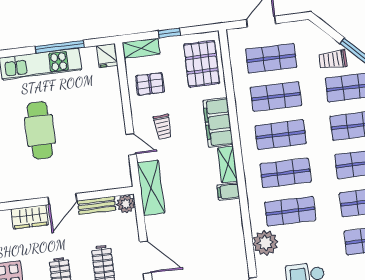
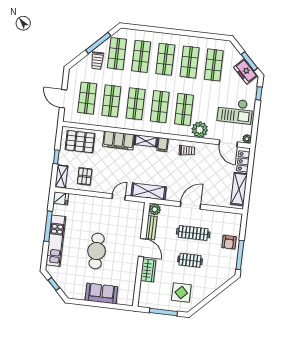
trolley: (163, 127) -> (187, 150), moved
cafe table: (40, 130) -> (97, 251), turned 90

